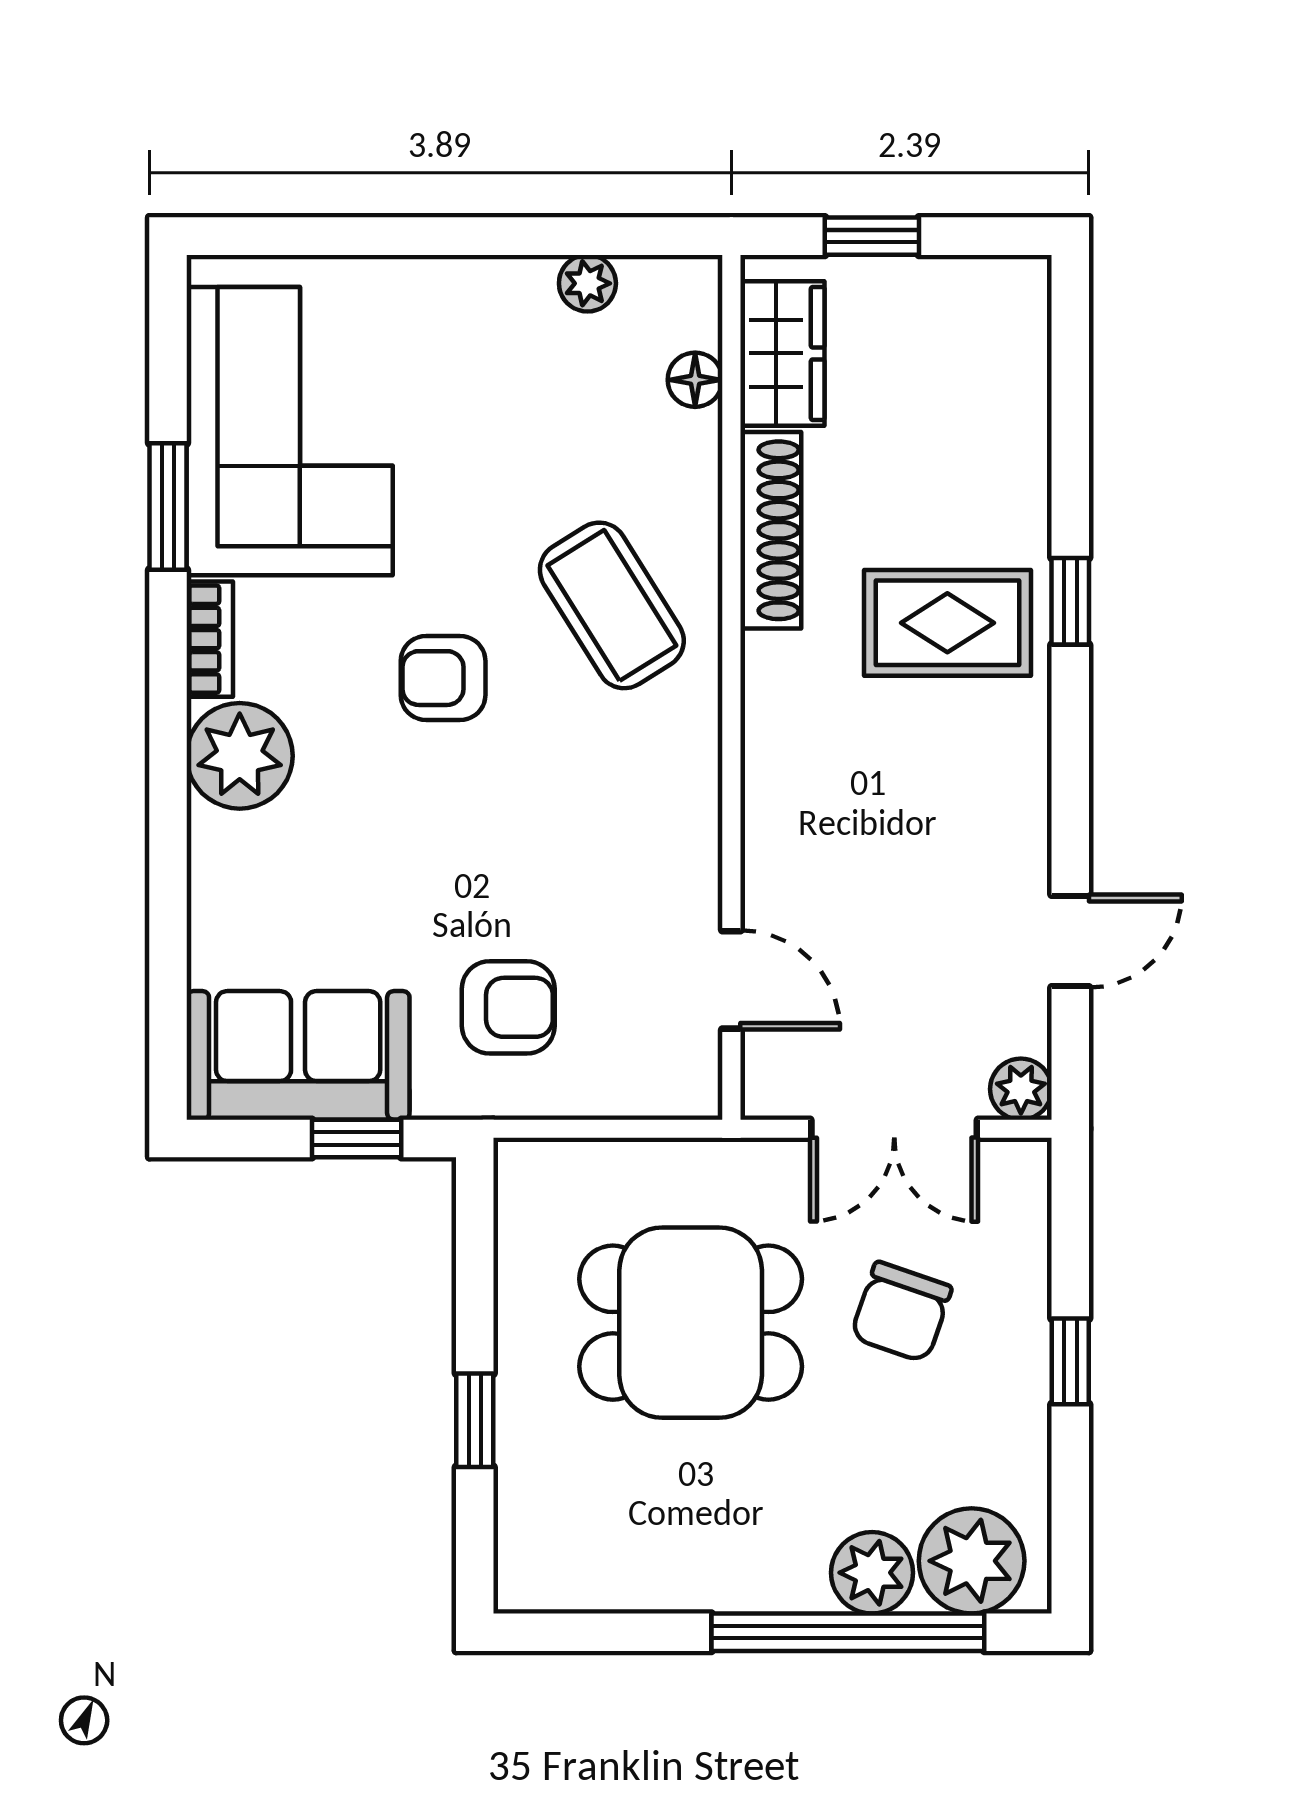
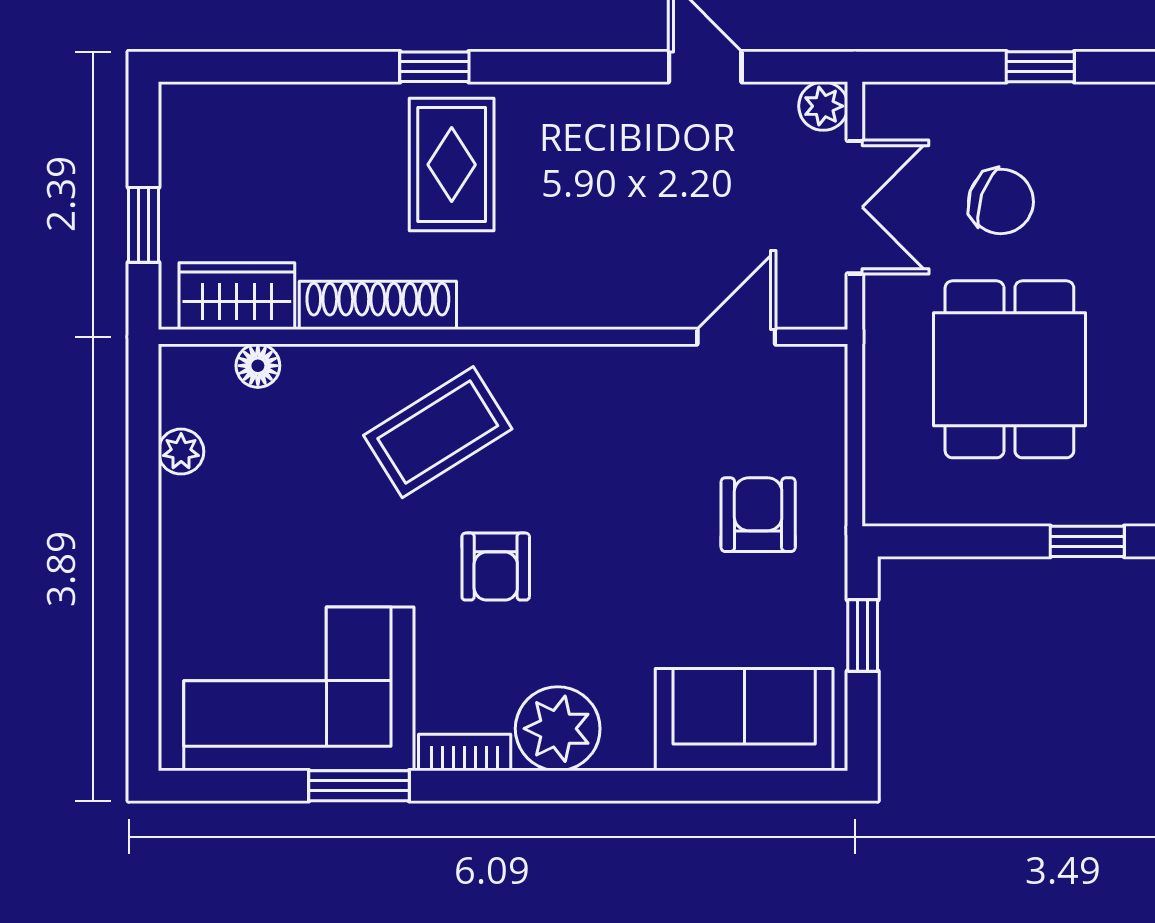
sofa: (298, 1055) -> (744, 720), moved, turned 90

